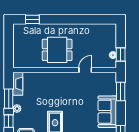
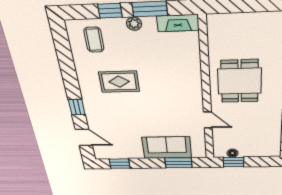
sofa: (107, 112) -> (167, 148), moved

